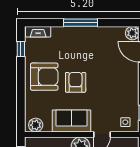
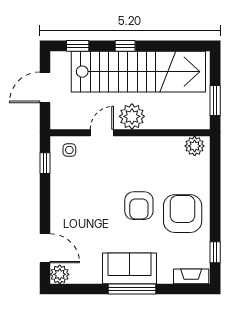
armchair: (44, 77) -> (183, 214), turned 90
sofa: (72, 121) -> (129, 268), moved, turned 180

